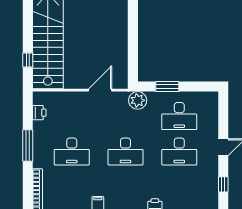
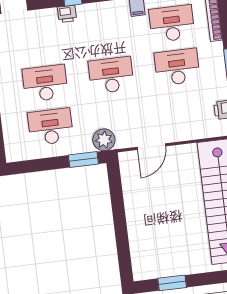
window: (167, 87) -> (83, 160), moved
desk: (72, 187) -> (172, 24), added

